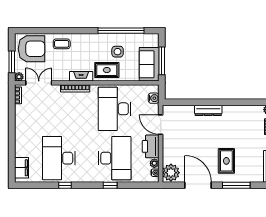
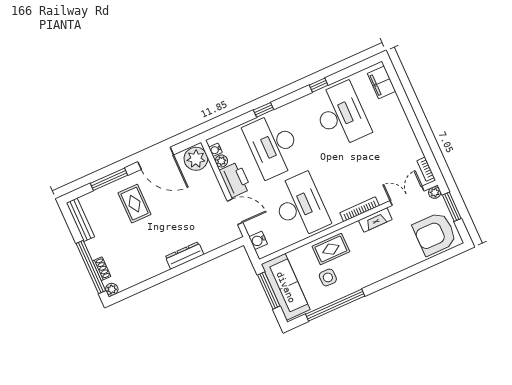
coffee table: (62, 44) -> (401, 256), removed
sofa: (149, 64) -> (286, 287), width x1.36
fireplace: (81, 76) -> (375, 220), moved
double door: (39, 83) -> (407, 196), swing flipped

